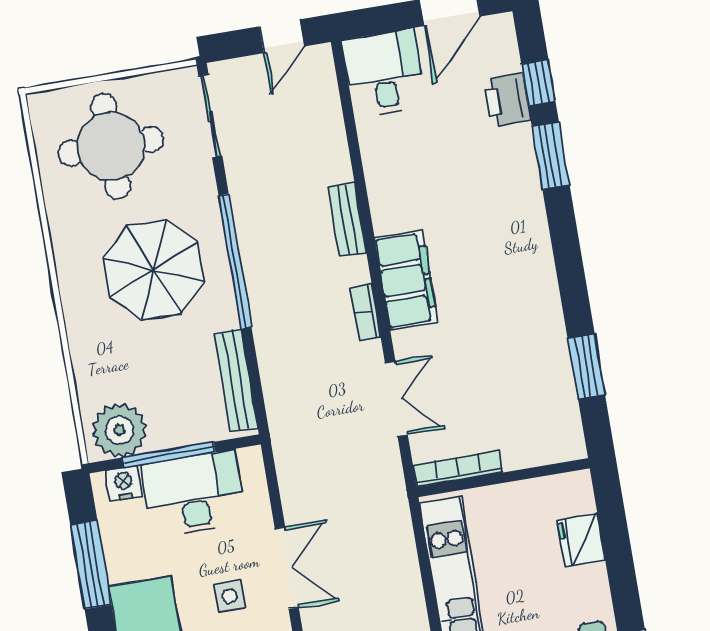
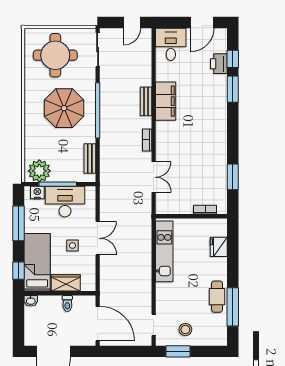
filing cabinet: (406, 280) -> (166, 101), moved
bench: (236, 380) -> (90, 159), width x0.73
bookcase: (458, 469) -> (205, 210), moved, width x0.64

